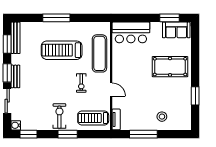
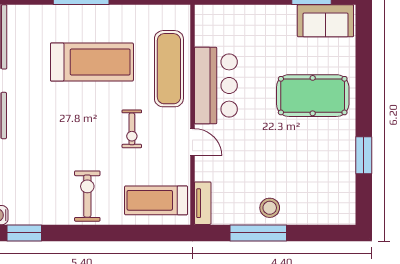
bar counter: (131, 32) -> (216, 86), moved, turned -90
treadmill: (62, 50) -> (92, 62), turned 180
stool: (162, 117) -> (270, 208), moved
window: (68, 134) -> (104, 233), removed

